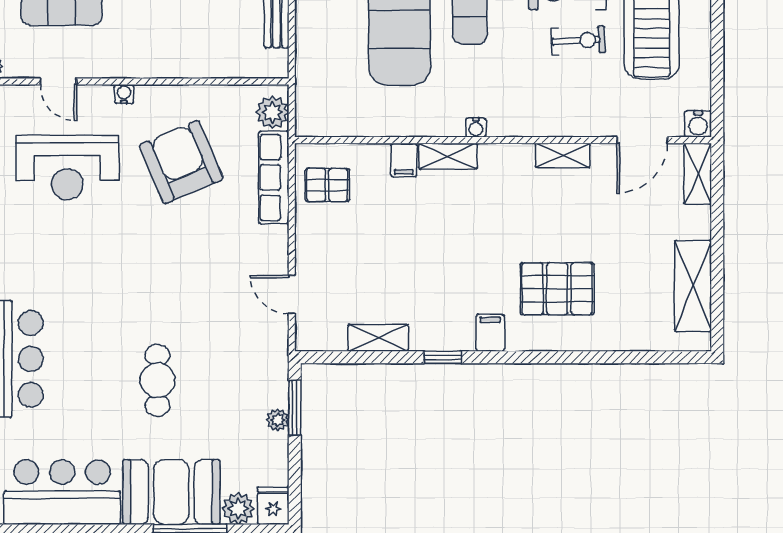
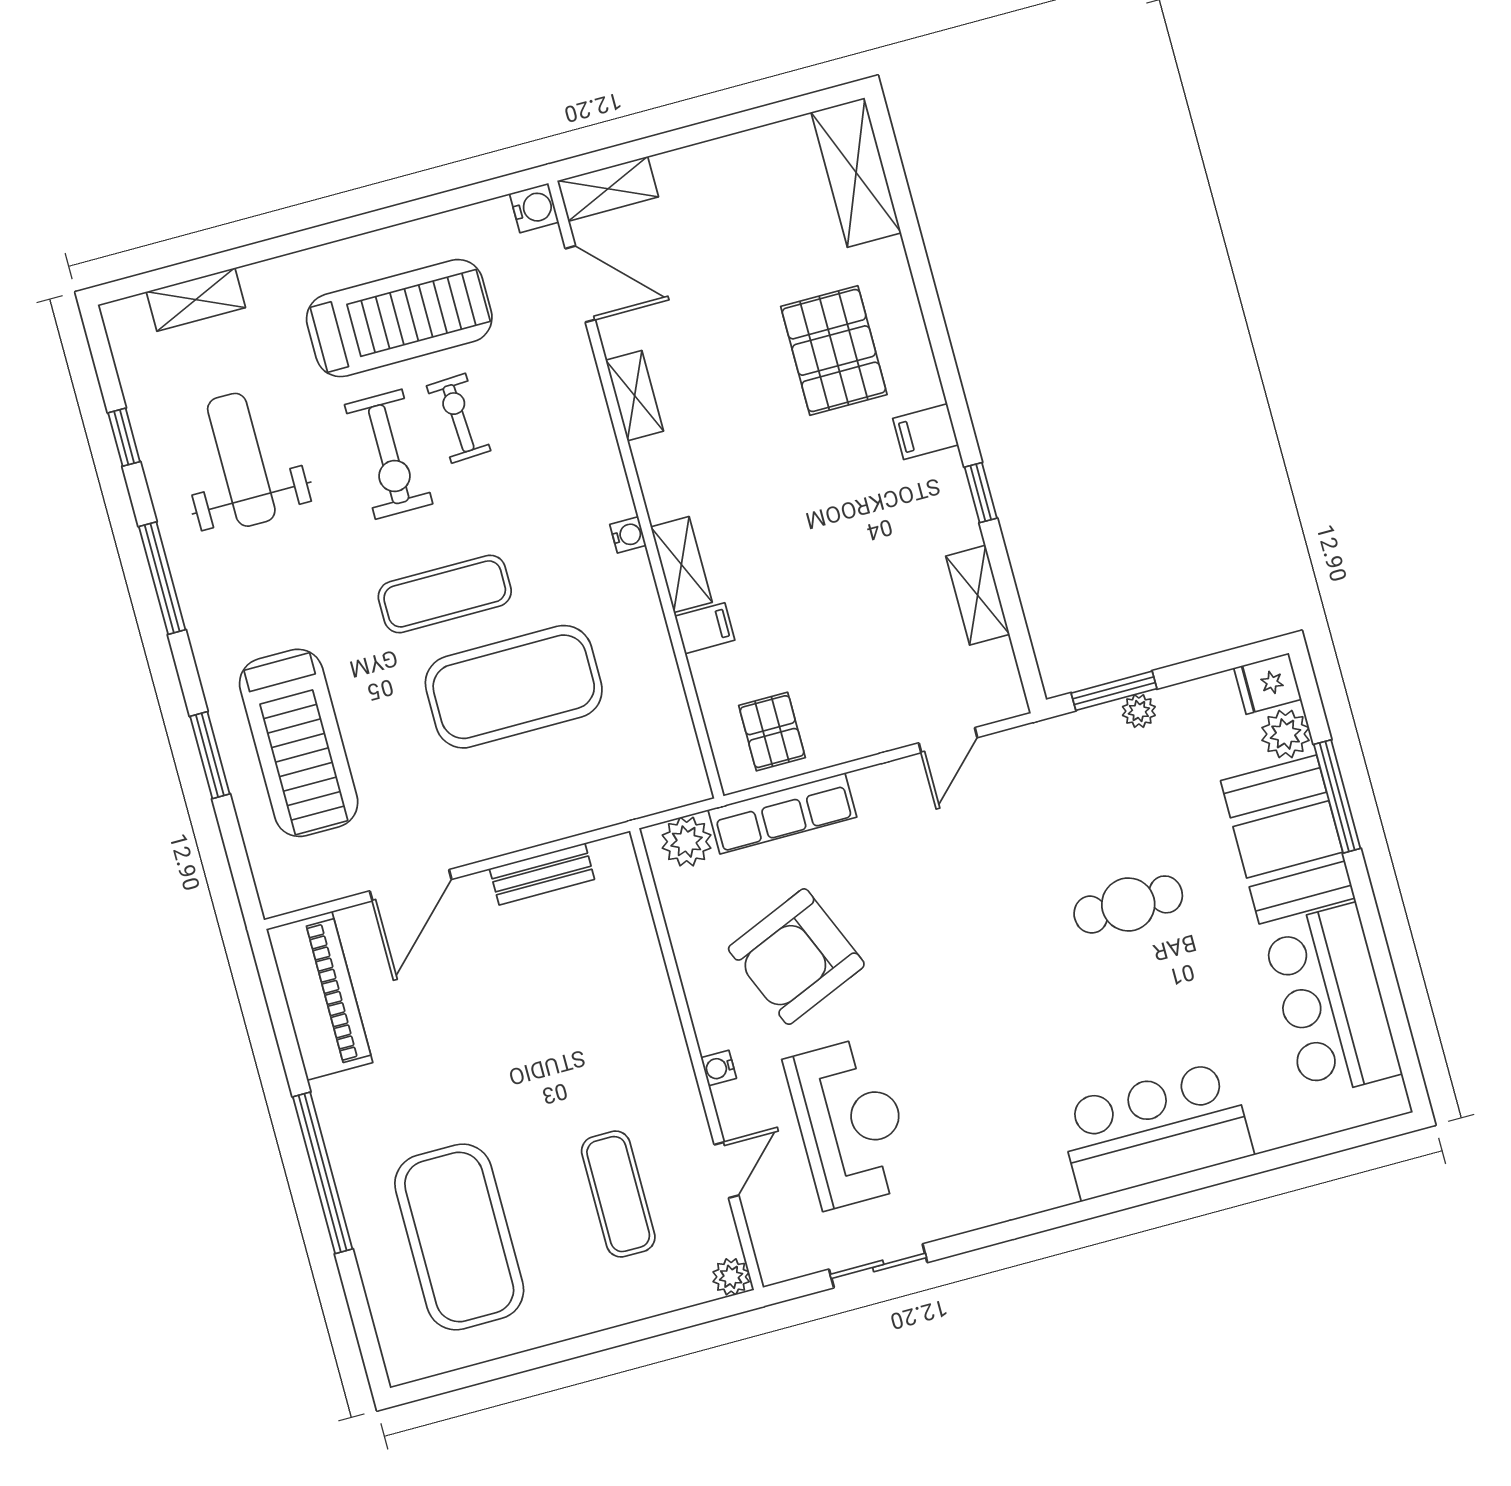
shelving: (693, 286) -> (856, 173), moved, turned 90

